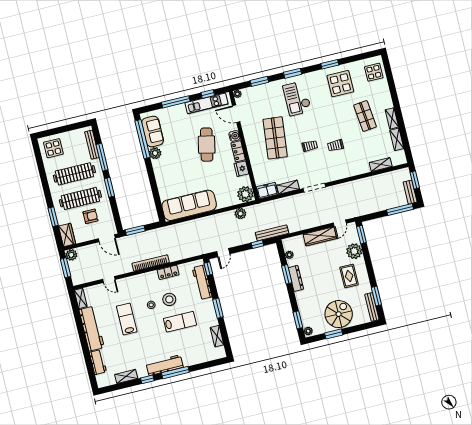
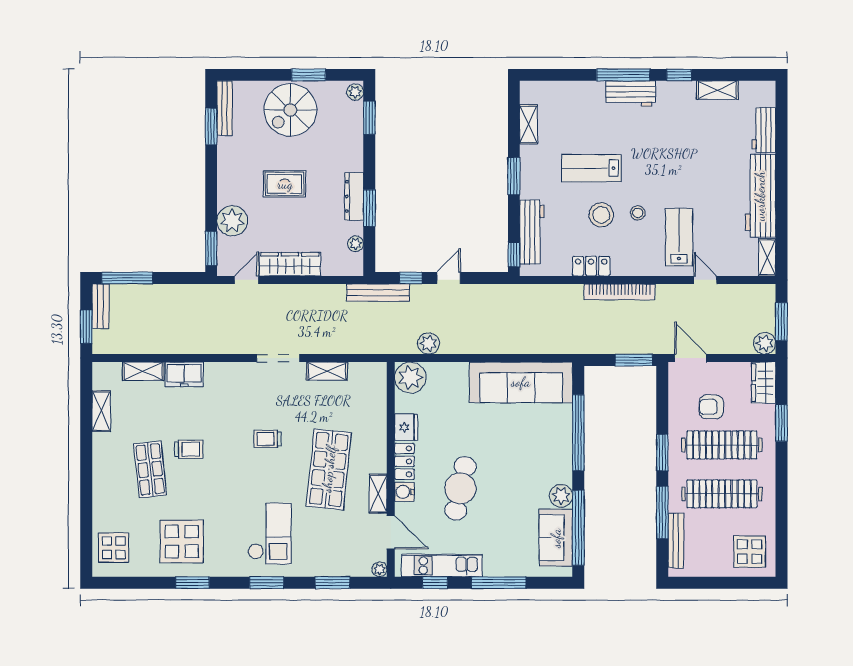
shelving: (392, 118) -> (378, 494), moved
trolley: (336, 145) -> (189, 449), moved
window: (154, 187) -> (578, 433), added
freezer: (267, 191) -> (184, 374), moved
door: (223, 253) -> (449, 278), moved
rug: (349, 276) -> (285, 184), moved, turned 90
lab bench: (127, 319) -> (679, 237), moved, turned 180
workbench: (165, 365) -> (631, 94), width x0.73

